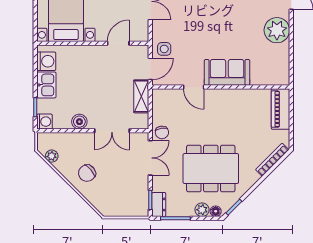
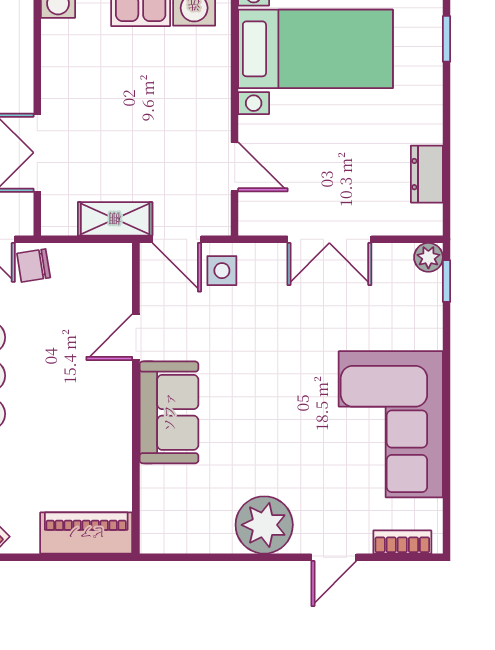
boiler: (79, 122) -> (58, 79), removed

